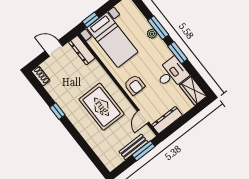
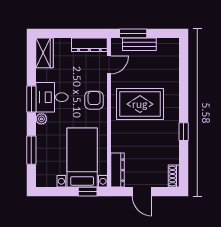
window: (158, 28) -> (31, 150), moved
plant: (152, 34) -> (41, 119), moved
desk: (172, 74) -> (52, 97), moved
rug: (102, 107) -> (140, 104), turned 90

